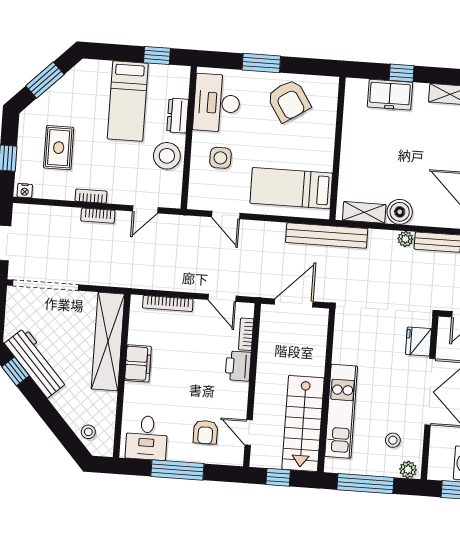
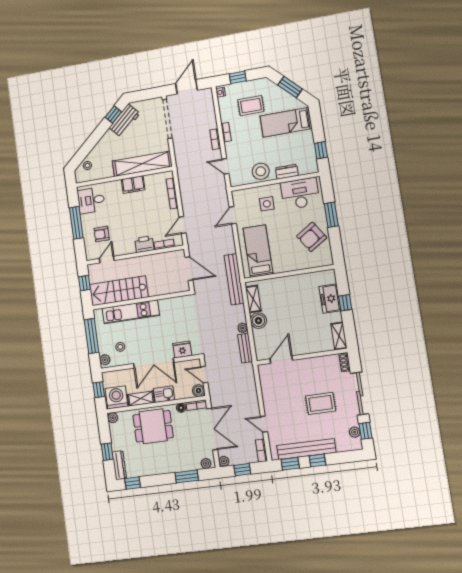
bed: (128, 101) -> (286, 122), moved
workbench: (36, 363) -> (124, 121), width x0.73

